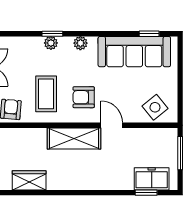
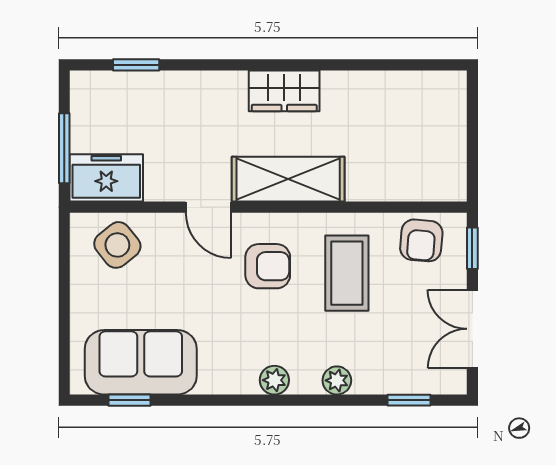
window: (52, 34) -> (409, 400), moved
sofa: (134, 52) -> (141, 362), width x0.73
freezer: (152, 179) -> (106, 178), moved, turned 180
wardrobe: (29, 180) -> (284, 91), moved

